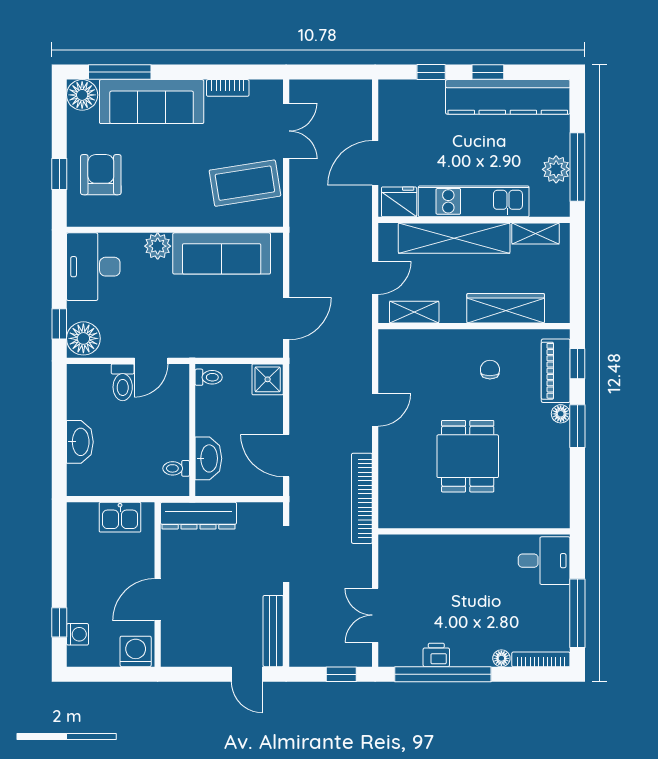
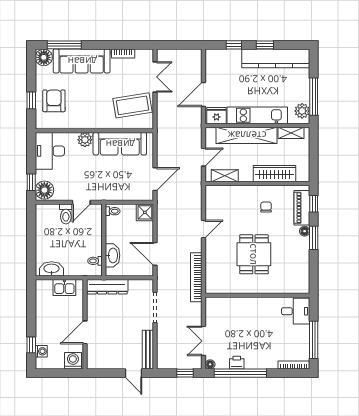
plant: (556, 169) -> (302, 111), moved
washbasin: (80, 442) -> (51, 269), moved, turned -90
floor lamp: (501, 658) -> (210, 364), moved

